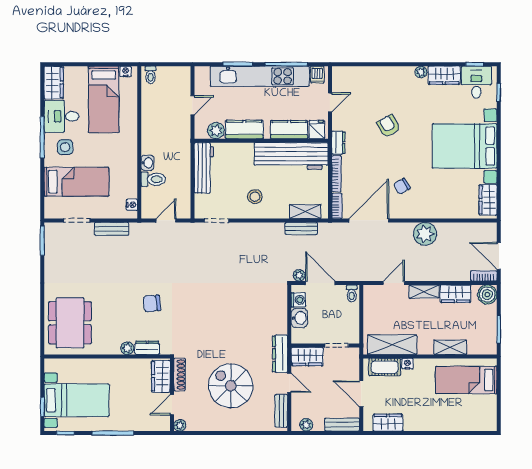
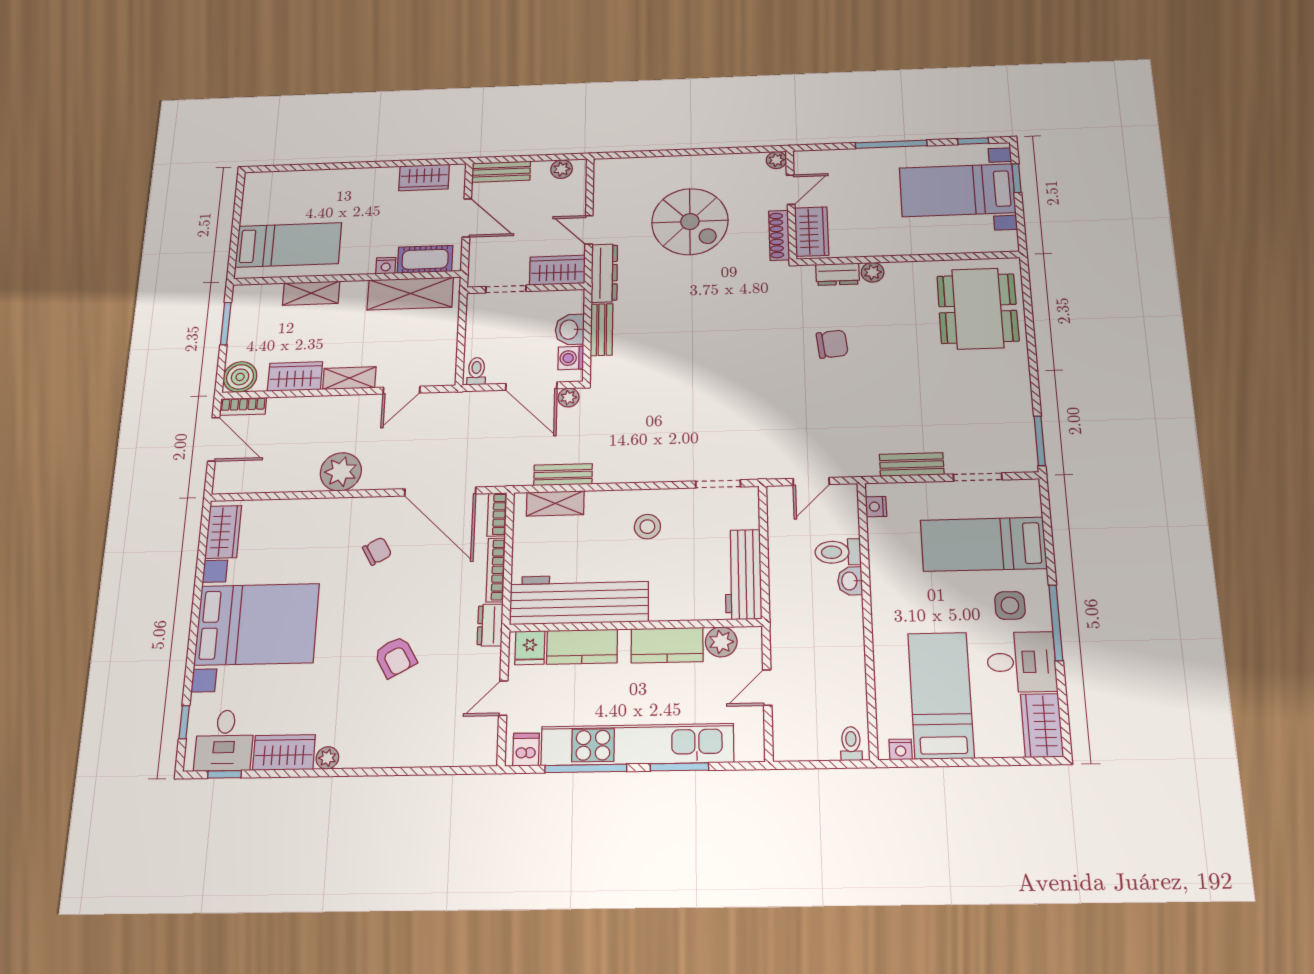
door: (369, 220) -> (440, 491), hinge flipped
bench: (281, 411) -> (602, 330), moved

